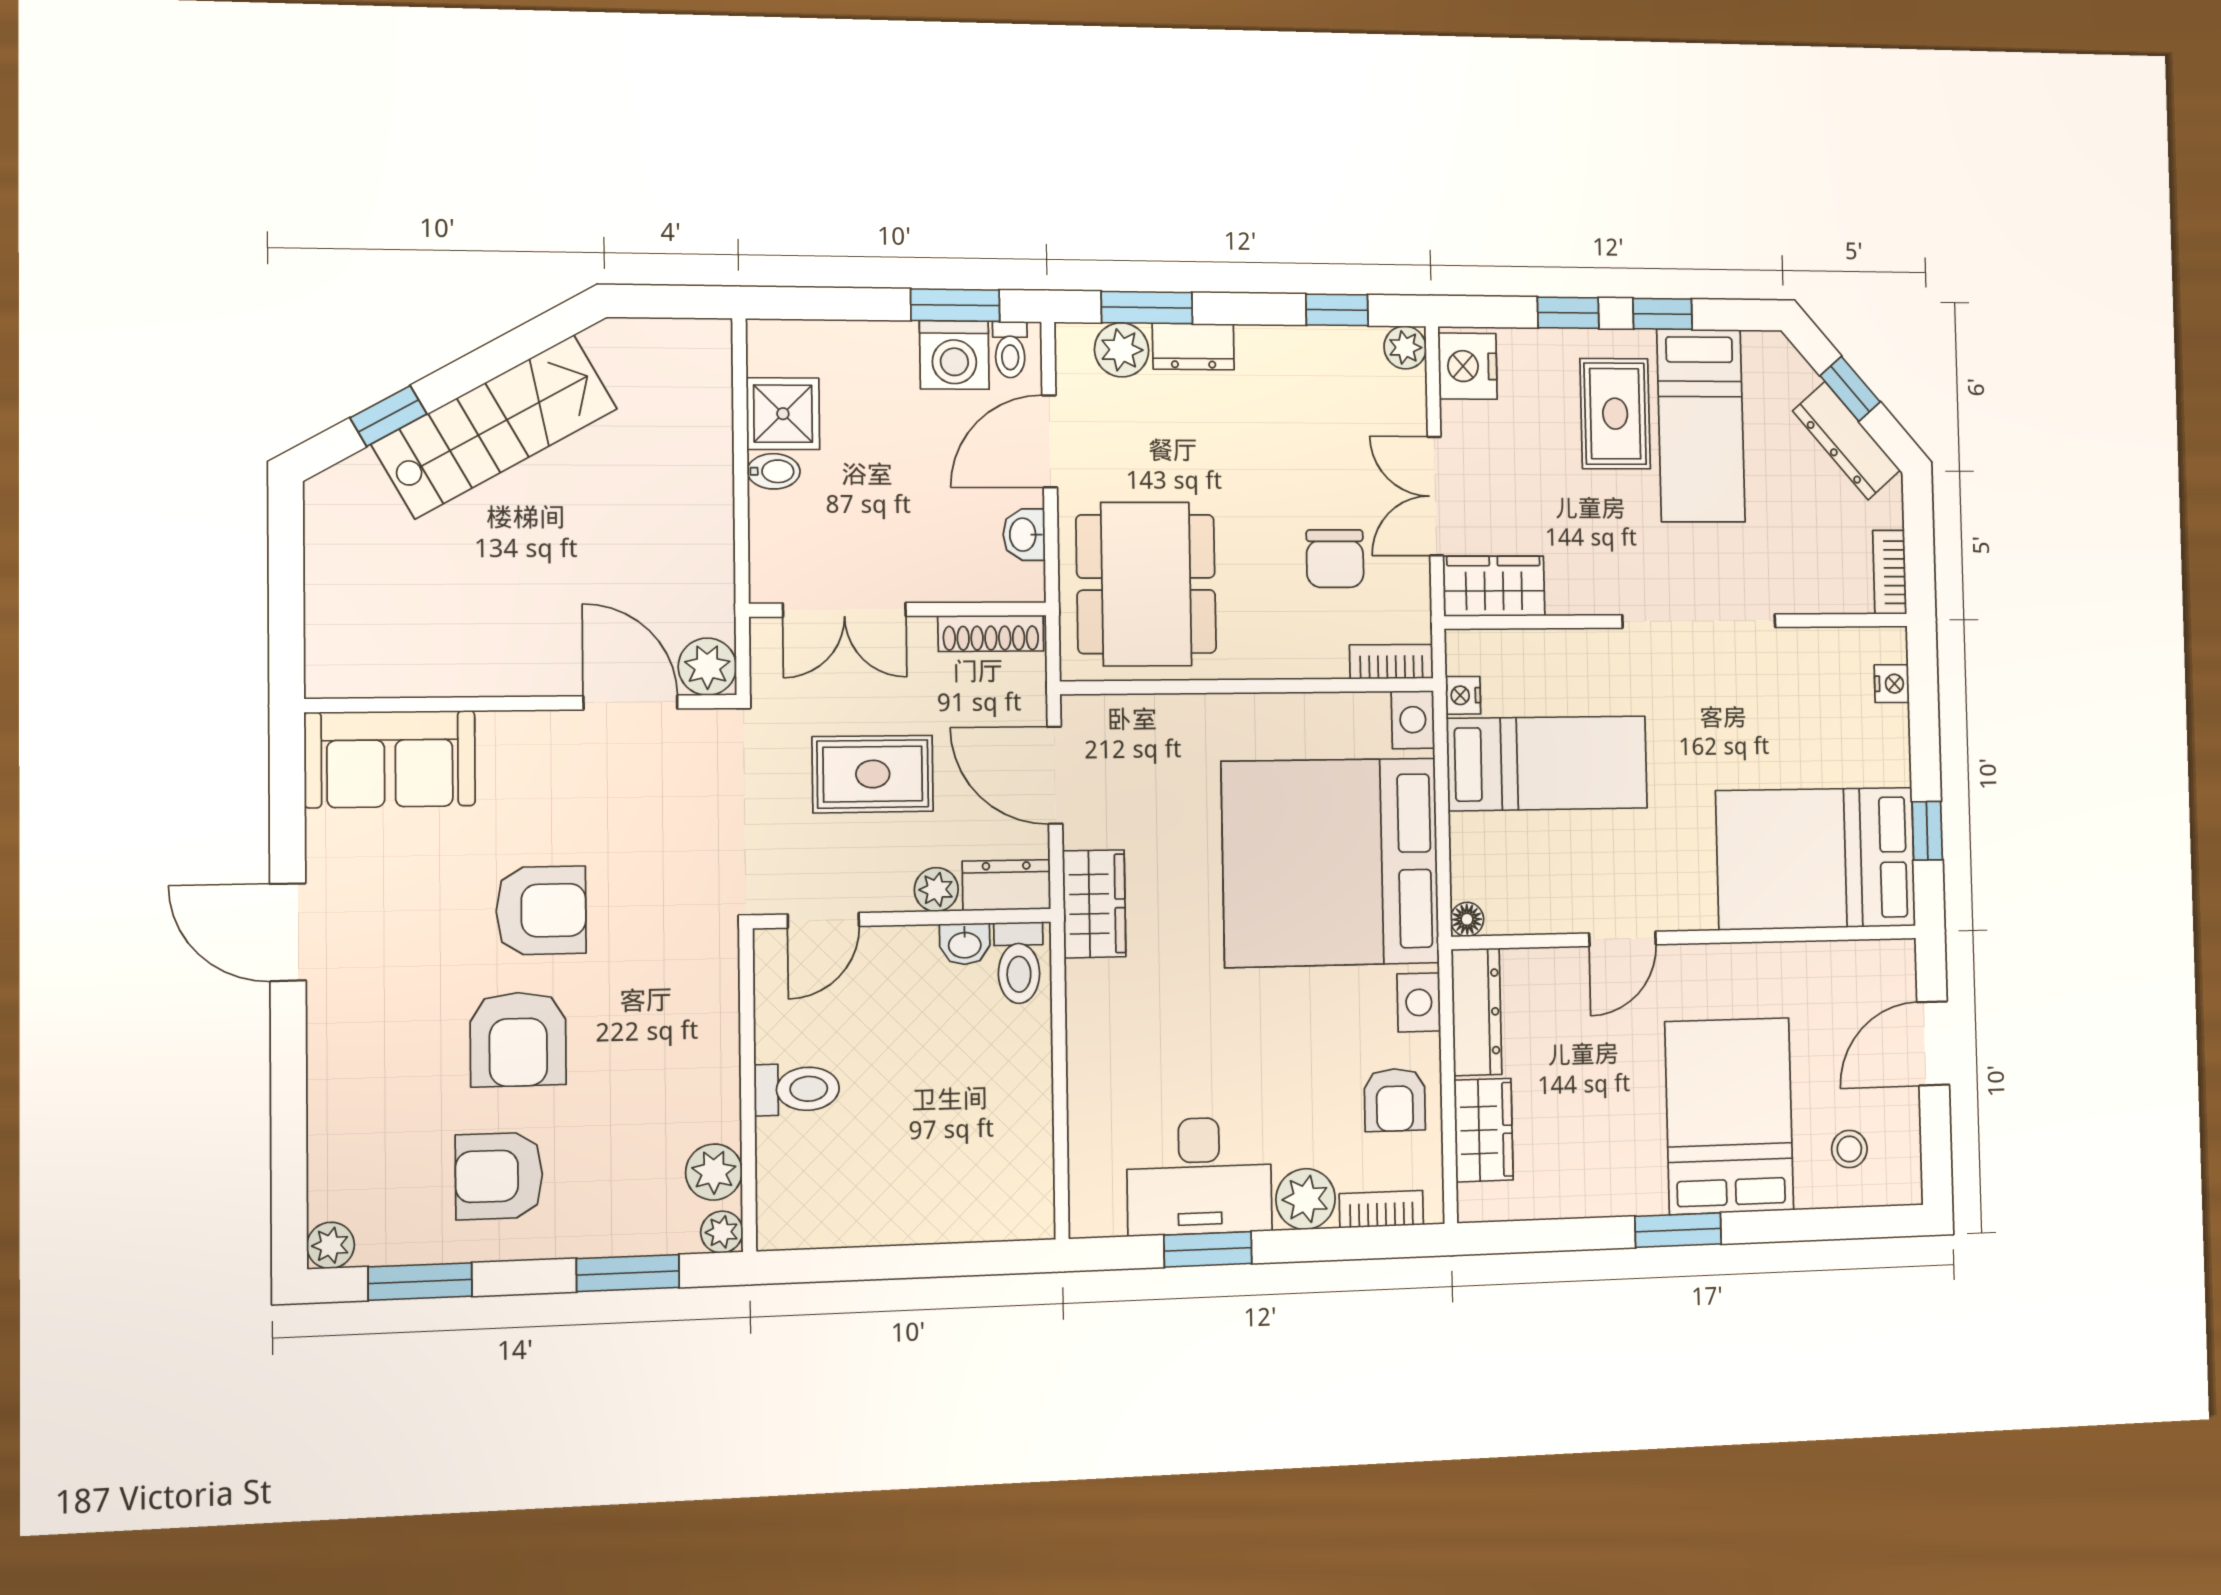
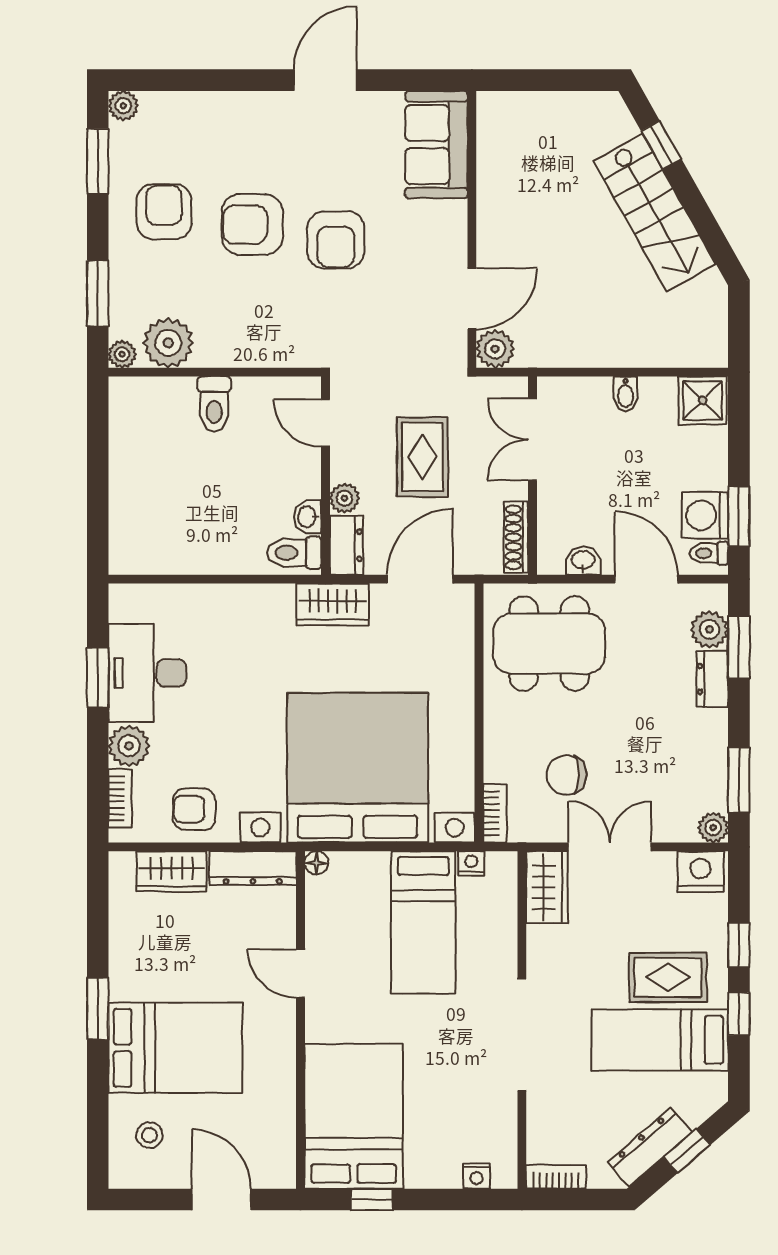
window: (1337, 310) -> (739, 780), width x1.50
shower: (783, 414) -> (703, 400), moved
plant: (714, 1172) -> (168, 343), width x1.36, depth x1.36

